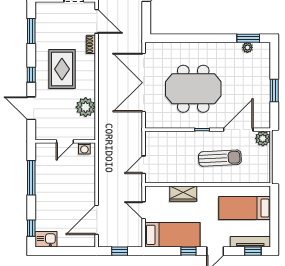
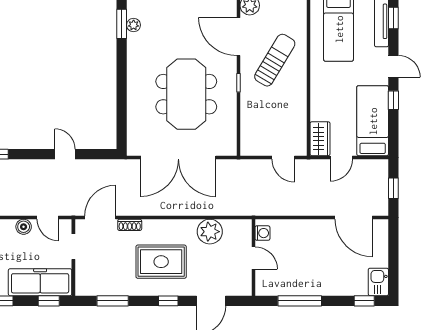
sun lounger: (220, 158) -> (275, 60), turned 34
wardrobe: (183, 194) -> (320, 139), moved

